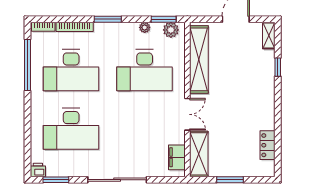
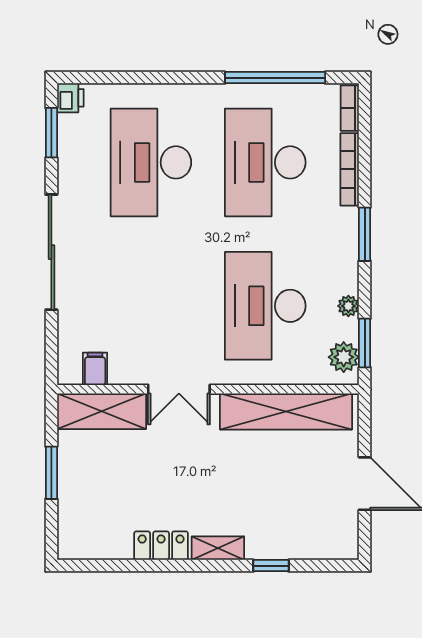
shelving: (269, 36) -> (218, 548), moved
locker: (267, 145) -> (161, 546), moved
filing cabinet: (177, 157) -> (95, 369), width x0.50

